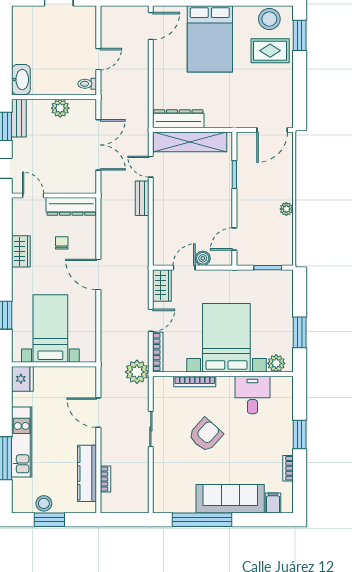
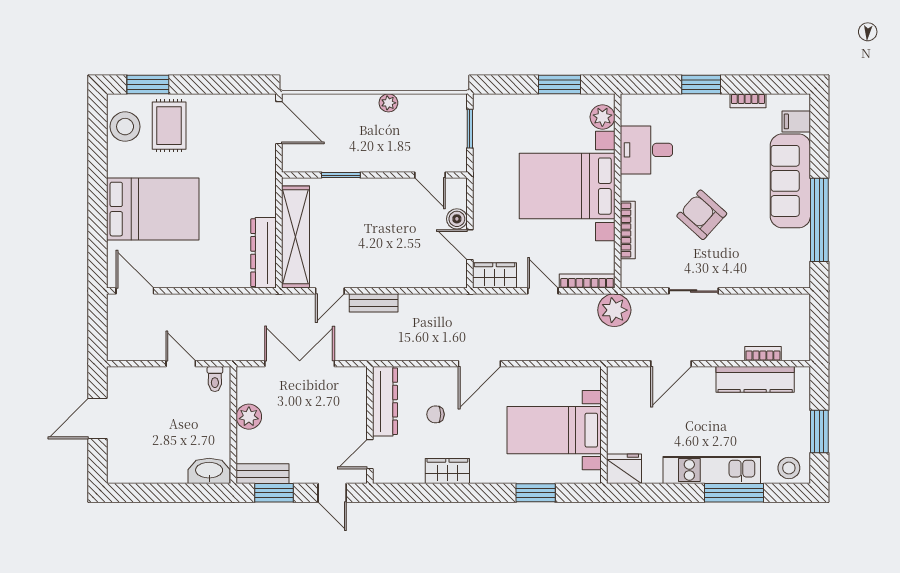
stool: (44, 503) -> (789, 468), moved

